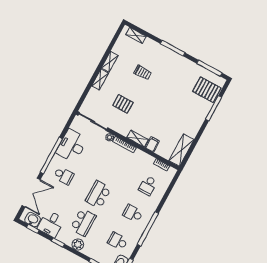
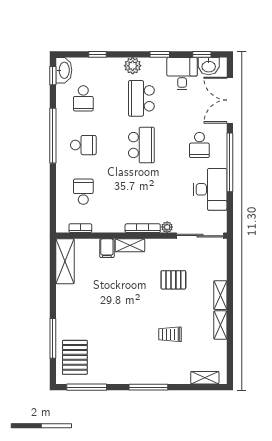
pallet: (207, 90) -> (75, 357), turned 90
school desk: (64, 176) -> (199, 145), turned -90
school desk: (118, 241) -> (83, 98), turned 90

